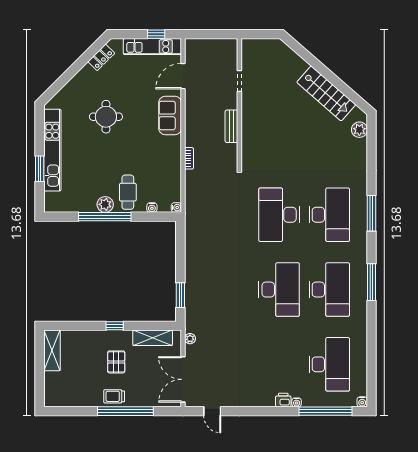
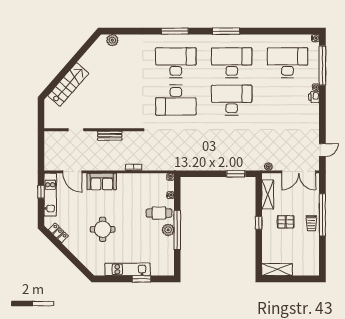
stairs: (326, 93) -> (68, 84), moved
kitchen unit: (52, 150) -> (128, 269), width x0.73

